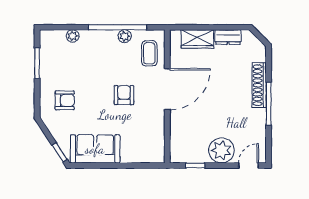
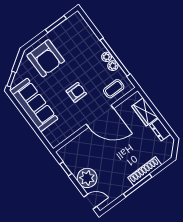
plant: (73, 36) -> (107, 57), moved
armchair: (65, 100) -> (46, 58), width x1.88, depth x1.88
sofa: (95, 149) -> (34, 105), width x1.36

